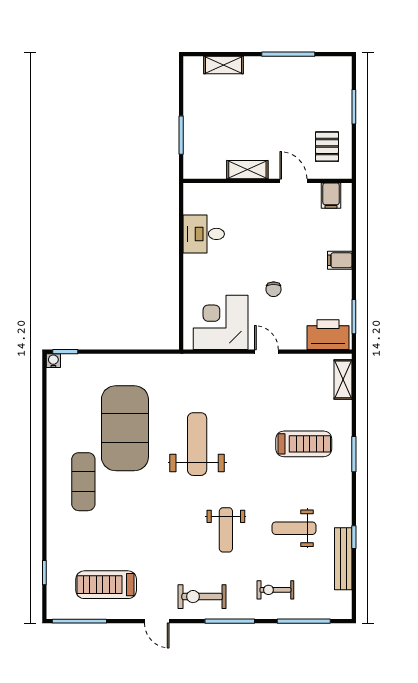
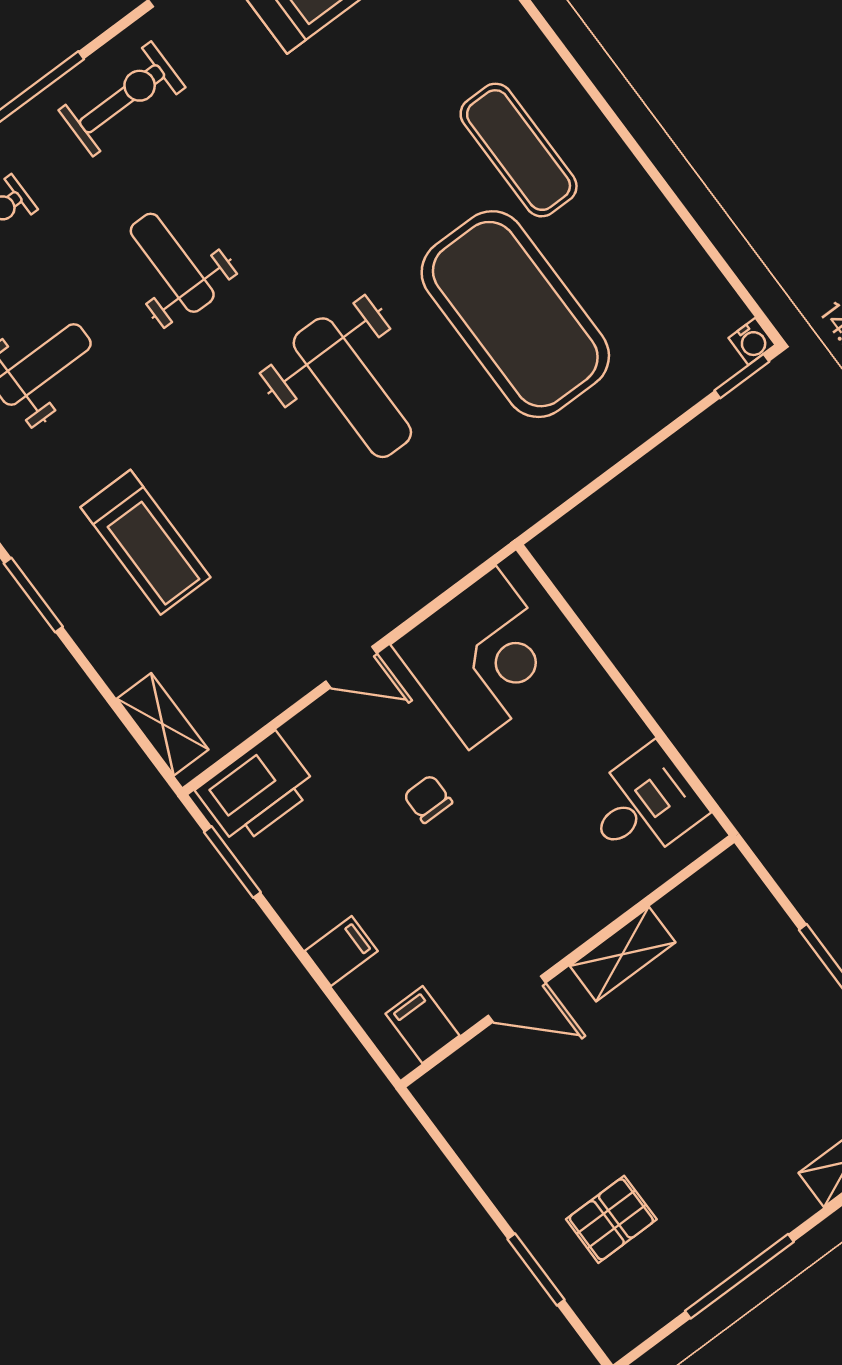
pallet: (327, 147) -> (611, 1219), moved, turned 90
shelving: (247, 170) -> (623, 954), moved
wall: (267, 181) -> (567, 961), moved
door: (293, 181) -> (517, 999), moved
filing cabinet: (331, 196) -> (423, 1025), moved
treadmill: (304, 444) -> (145, 542), turned -90

